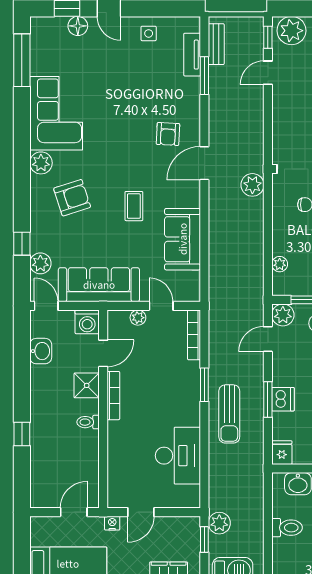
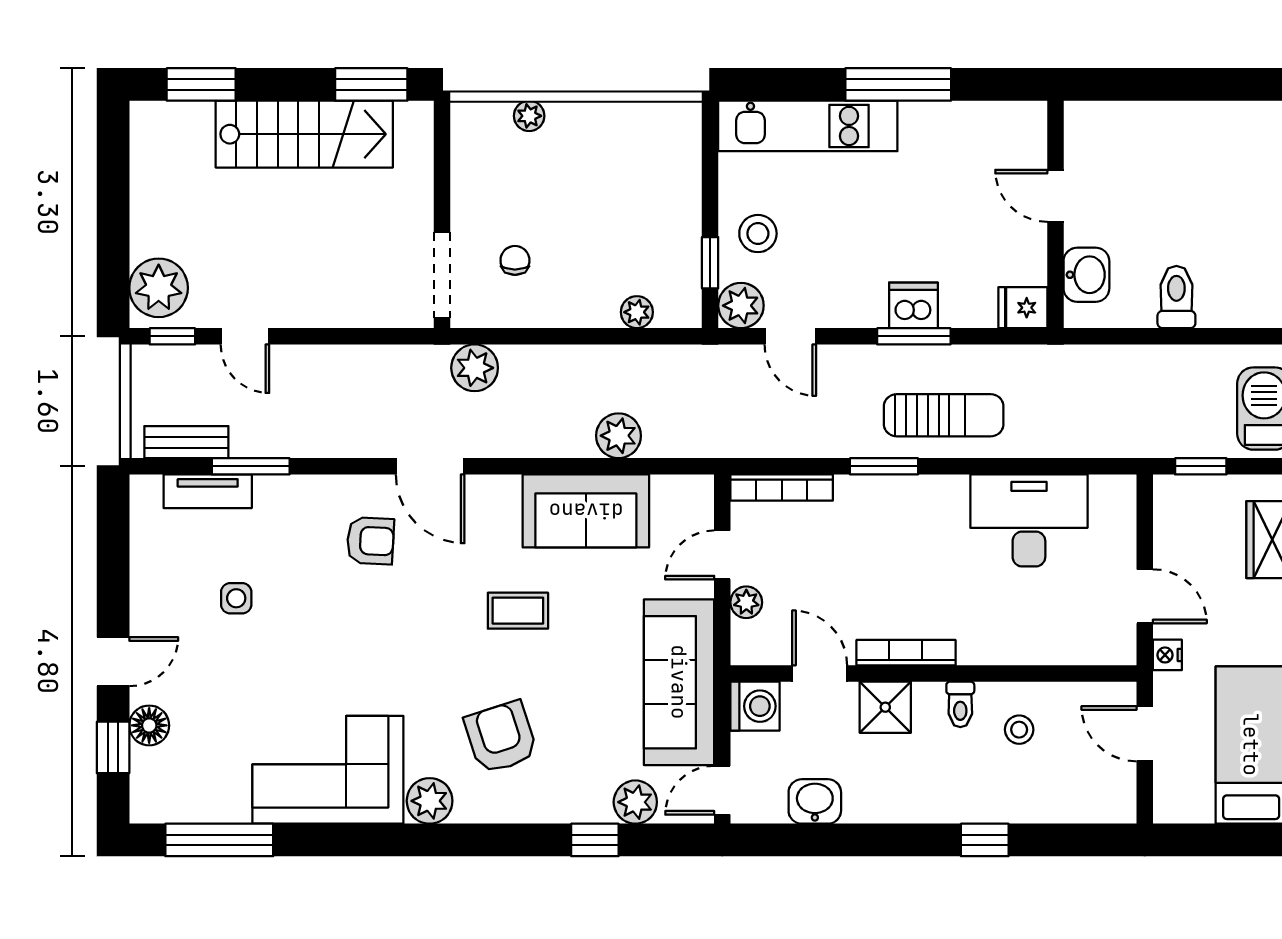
side table: (149, 33) -> (236, 598), moved
stool: (76, 451) -> (1019, 730), added
plant: (219, 523) -> (619, 436), moved

